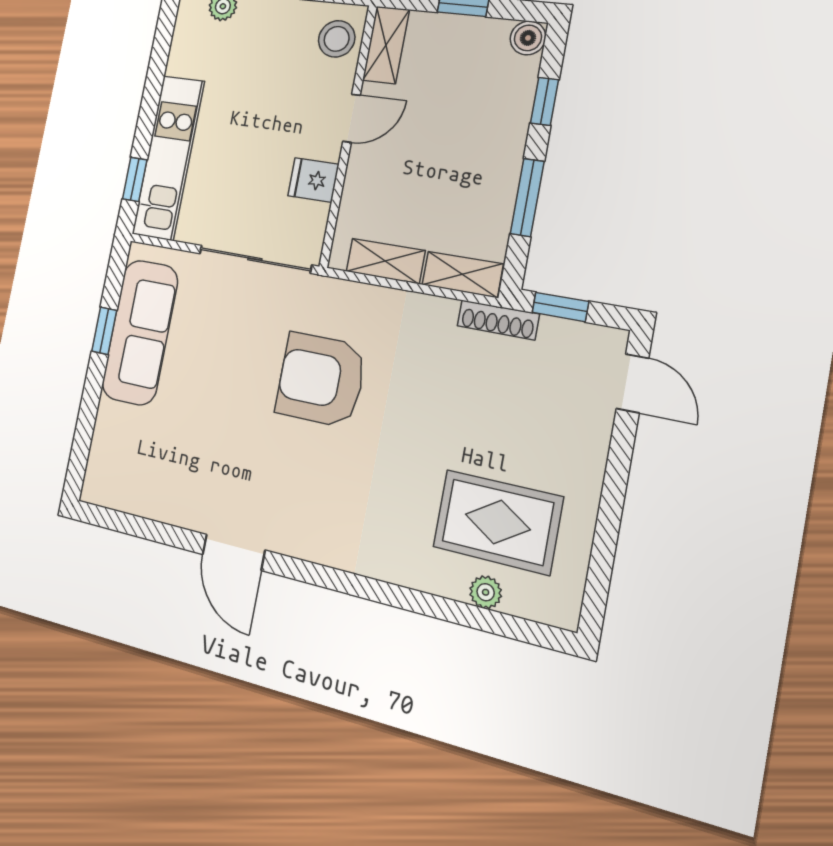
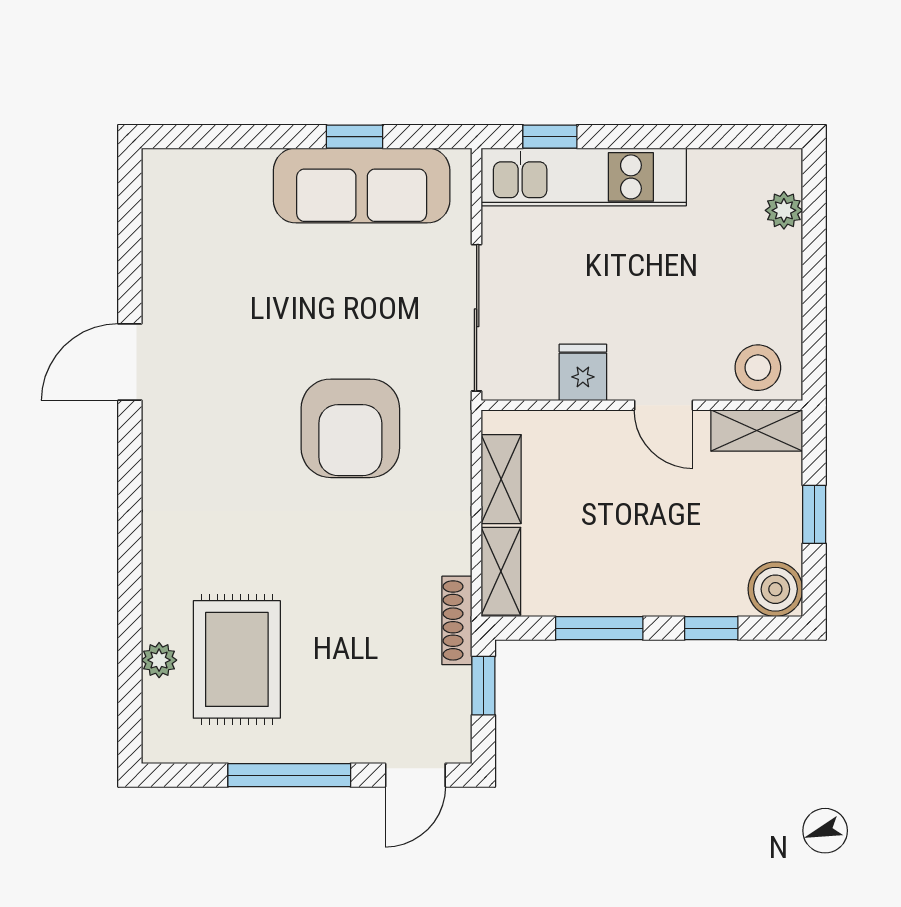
boiler: (528, 38) -> (775, 589), width x1.36, depth x1.36
armchair: (321, 380) -> (350, 428), turned 180
window: (612, 499) -> (289, 775), added

